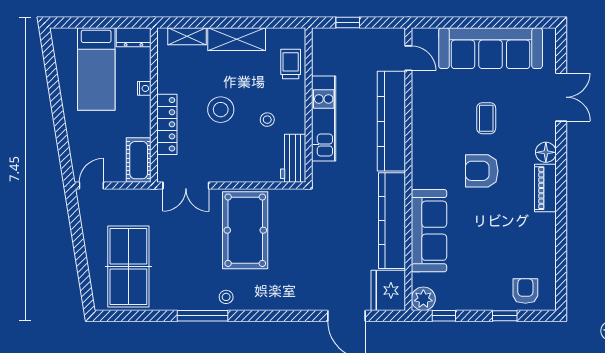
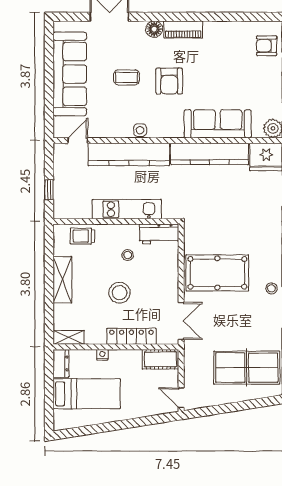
shelving: (187, 36) -> (69, 337), moved, turned 90
side table: (421, 135) -> (140, 130), added

